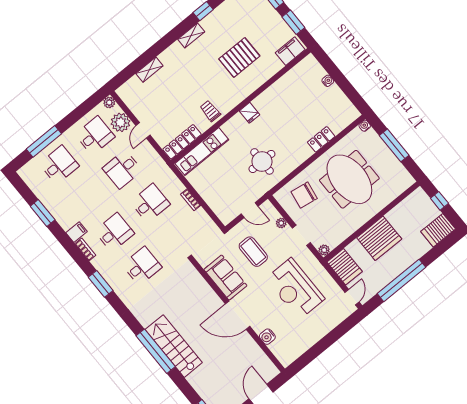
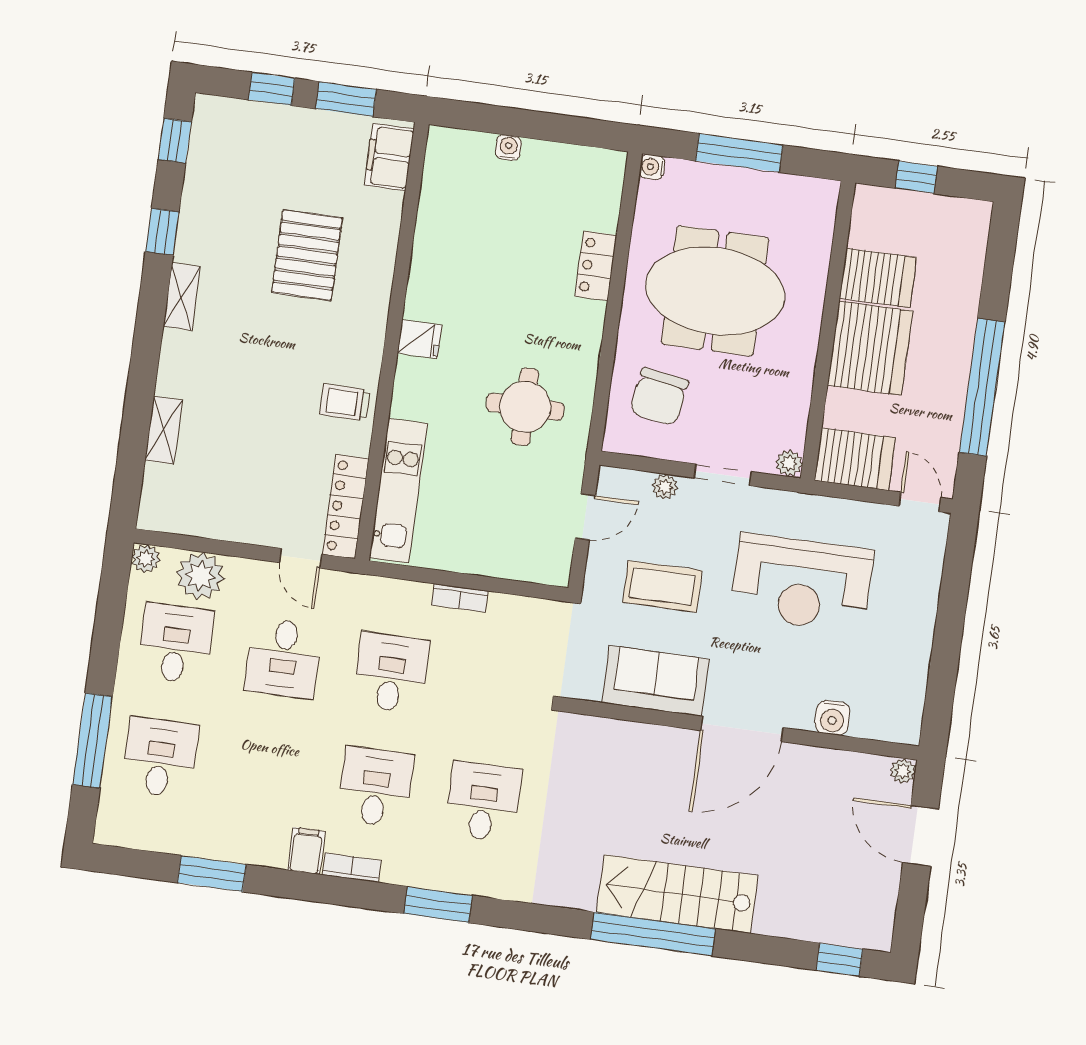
door: (143, 130) -> (301, 558), moved
server rack: (438, 230) -> (878, 278), moved, turned -90
plant: (274, 371) -> (903, 771), added

